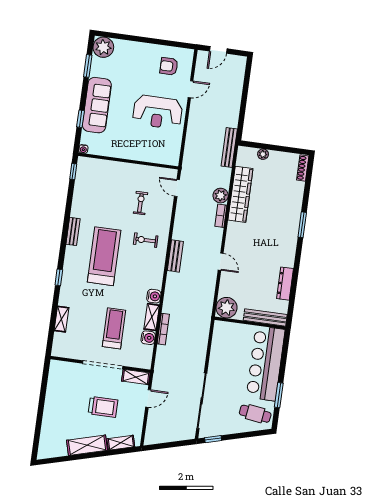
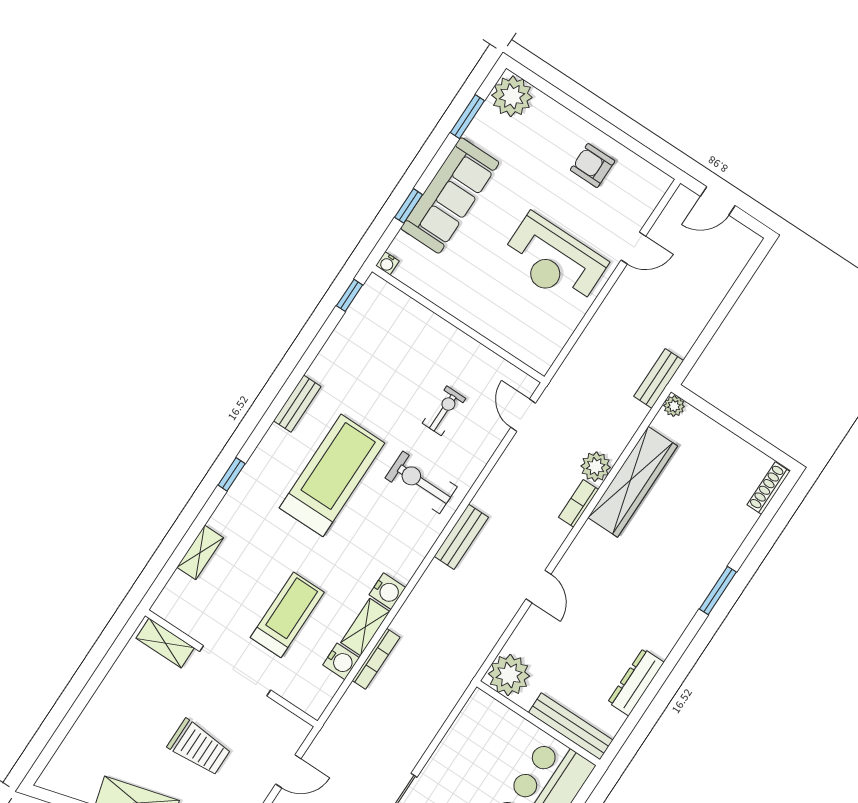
armchair: (169, 66) -> (593, 166), moved
bench: (229, 148) -> (659, 378), width x0.73
plant: (263, 154) -> (674, 406), moved
exercise bike: (146, 240) -> (421, 482), width x1.38, depth x1.39
shelving: (136, 377) -> (165, 643), moved

